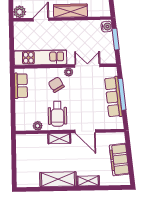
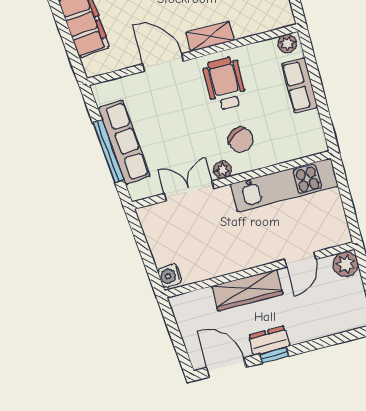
window: (116, 39) -> (146, 255), removed
double door: (87, 66) -> (189, 191), swing flipped
row of seats: (21, 86) -> (300, 85), moved
plant: (38, 126) -> (287, 44), moved

